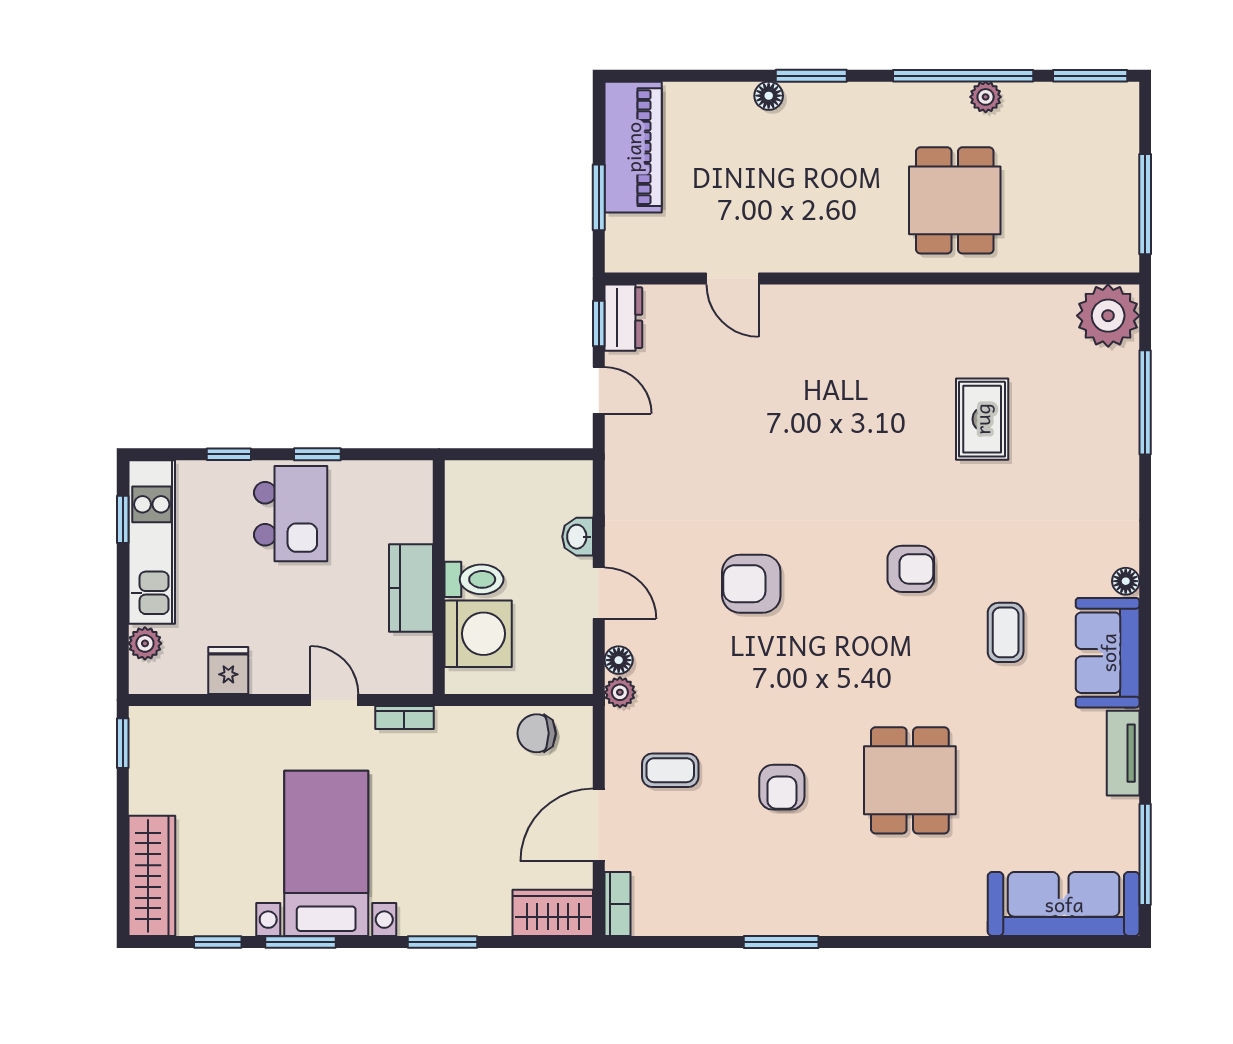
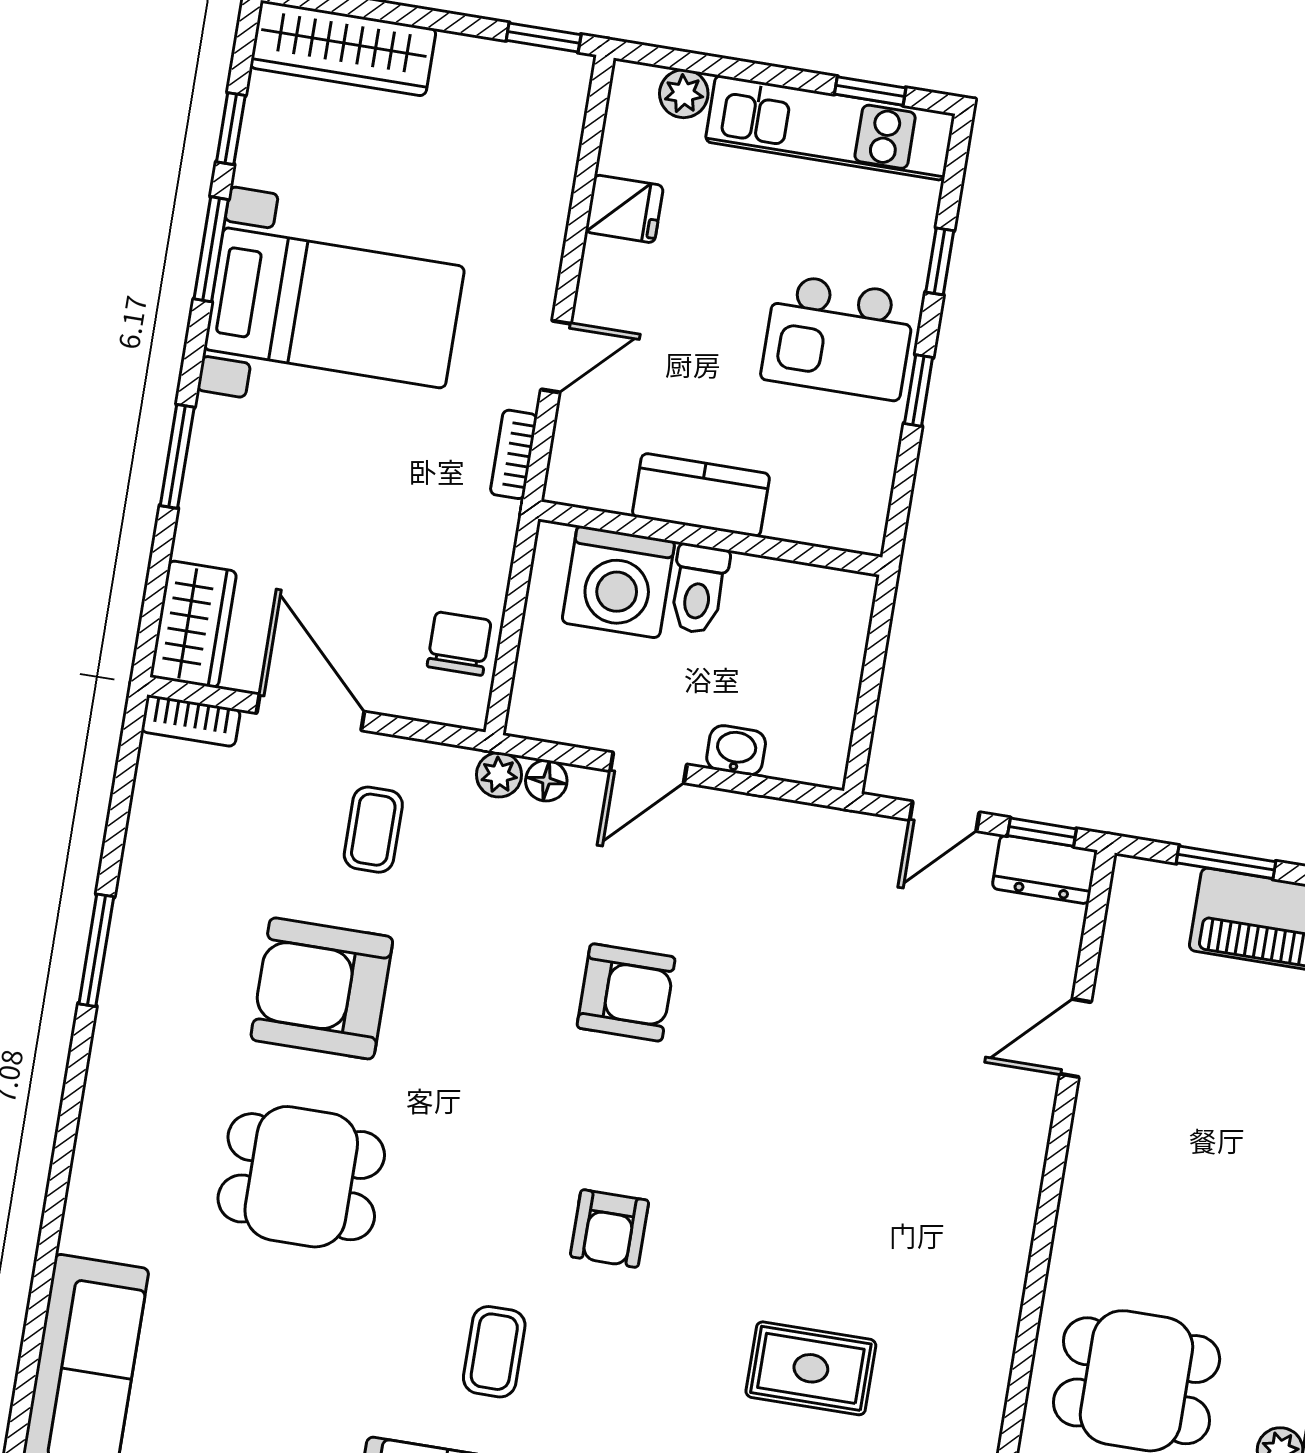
armchair: (751, 584) -> (626, 992), turned 90
coffee table: (1006, 632) -> (494, 1352), turned 90
armchair: (782, 787) -> (322, 988), width x1.88, depth x1.88

